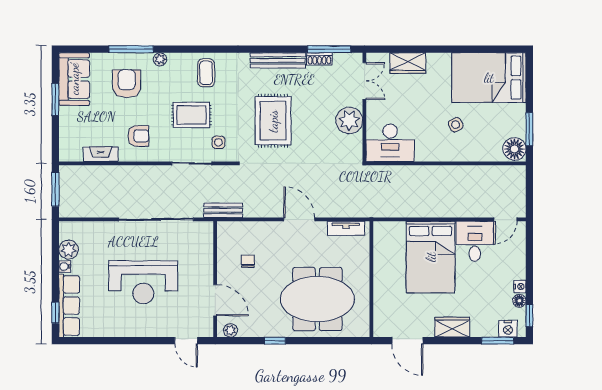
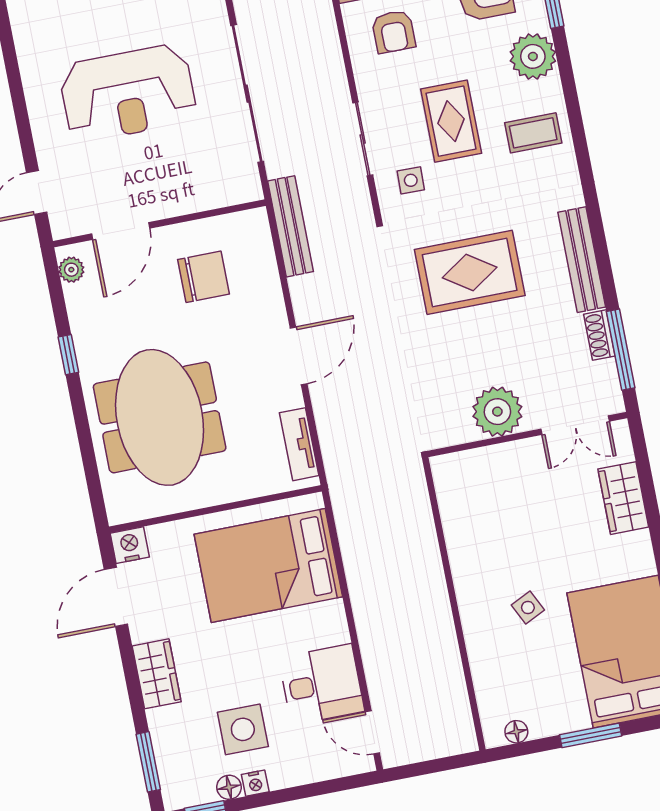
plant: (160, 59) -> (533, 56), width x1.88, depth x1.88
window: (529, 129) -> (591, 735), moved
desk: (390, 143) -> (471, 494), removed
floor lamp: (514, 149) -> (516, 732), width x0.53, depth x0.53
bench: (223, 210) -> (290, 226), width x1.36
bed: (431, 257) -> (268, 566), moved
chair: (248, 261) -> (204, 277), width x1.87, depth x1.87
reception desk: (143, 282) -> (128, 93), turned -90
side table: (490, 287) -> (243, 729), added
nightstand: (508, 329) -> (130, 545), moved, turned 90

